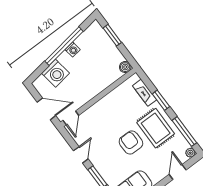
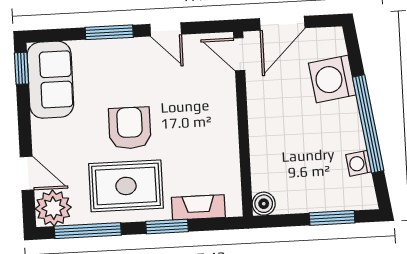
washing machine: (73, 50) -> (359, 163), moved
armchair: (131, 142) -> (130, 128), turned -90
plant: (190, 153) -> (53, 208), width x1.87, depth x1.87

